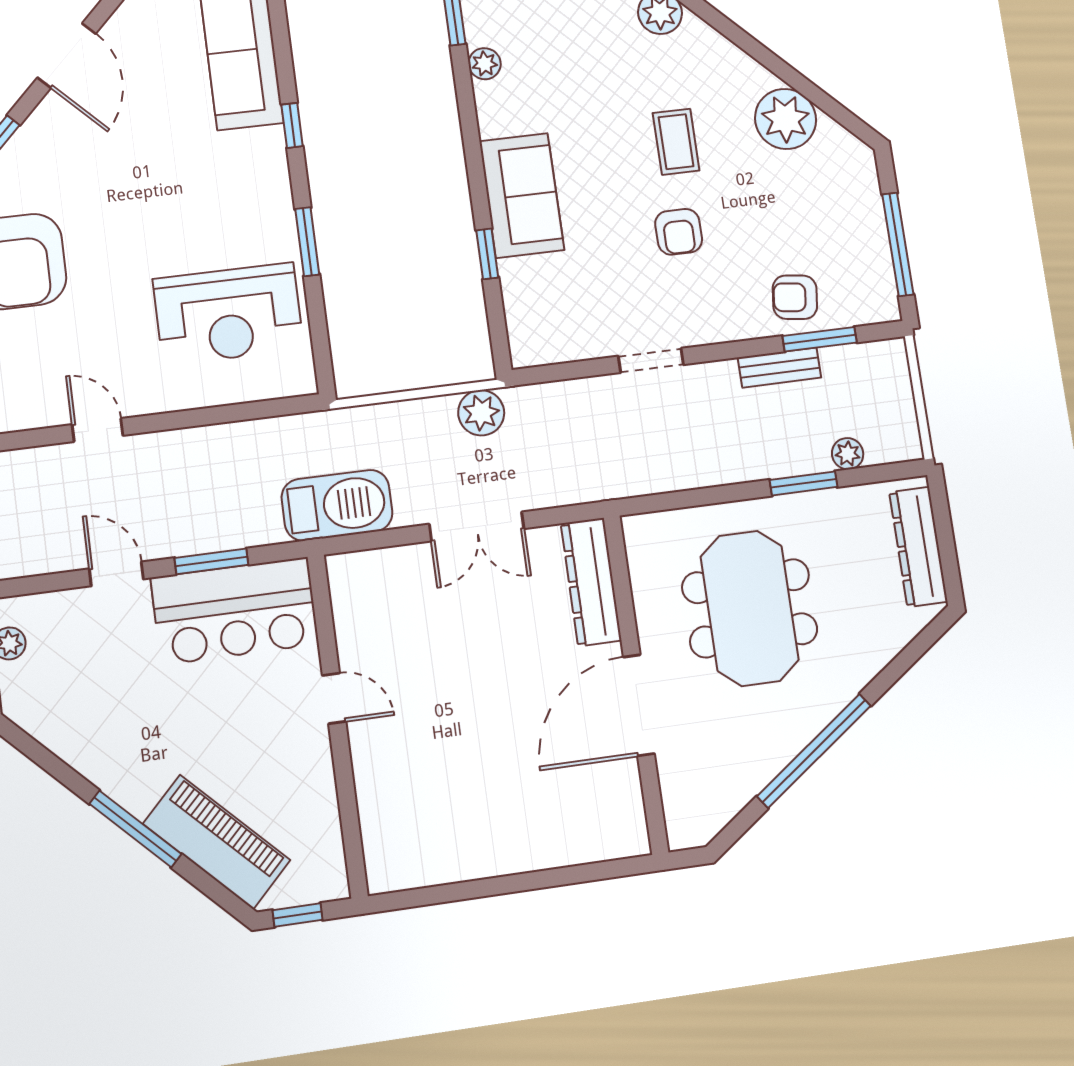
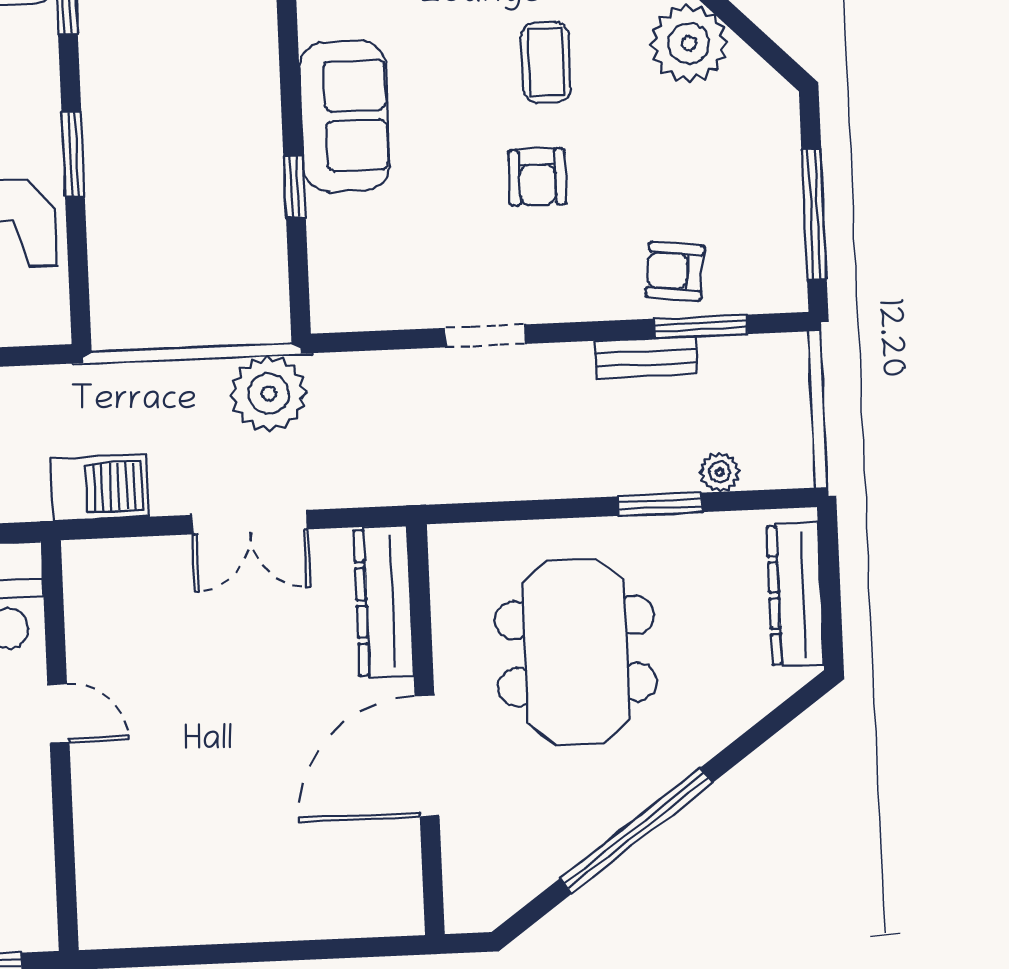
plant: (481, 413) -> (269, 394), width x1.36, depth x1.36
barbecue: (337, 505) -> (100, 488), width x0.73, depth x0.83

